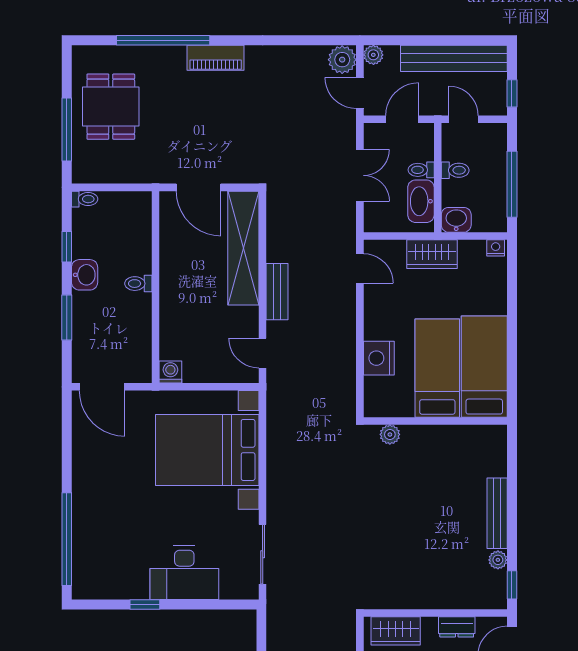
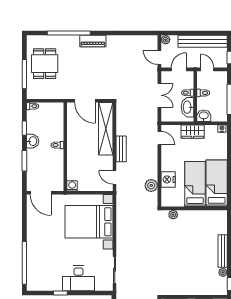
plant: (342, 60) -> (151, 186), moved

